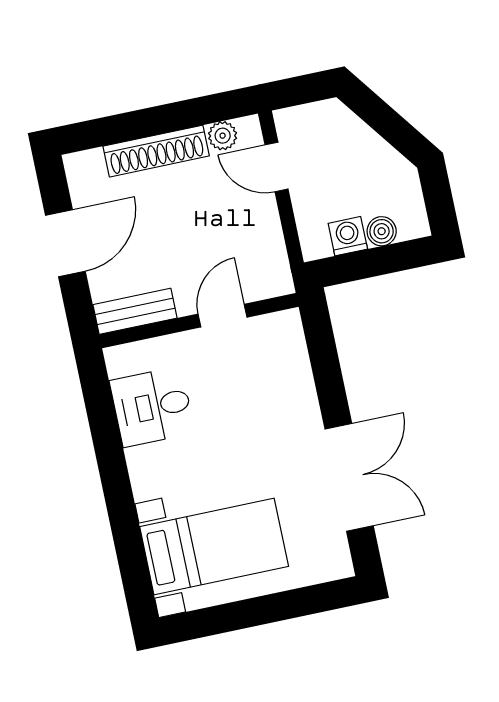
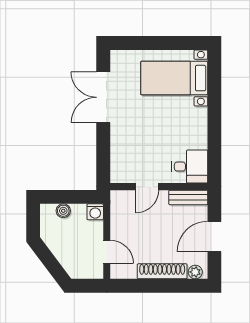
plant: (223, 136) -> (195, 272), moved
washing machine: (348, 236) -> (95, 212), moved
desk: (152, 407) -> (190, 167), moved

